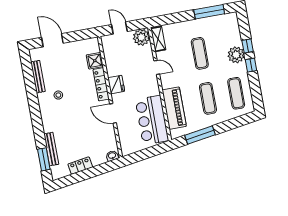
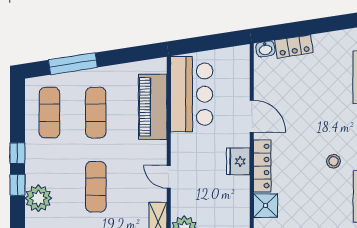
plant: (236, 55) -> (38, 198), moved
window: (200, 135) -> (73, 64), moved
locker: (80, 166) -> (294, 46), moved

